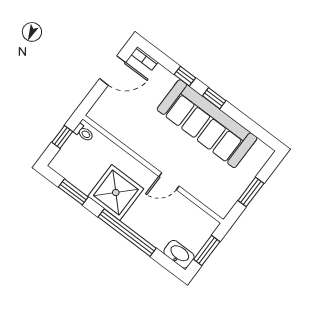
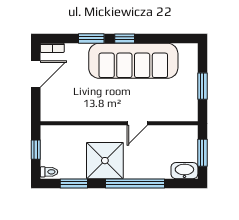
window: (185, 76) -> (91, 38), width x1.50
toilet: (84, 133) -> (49, 172), moved

